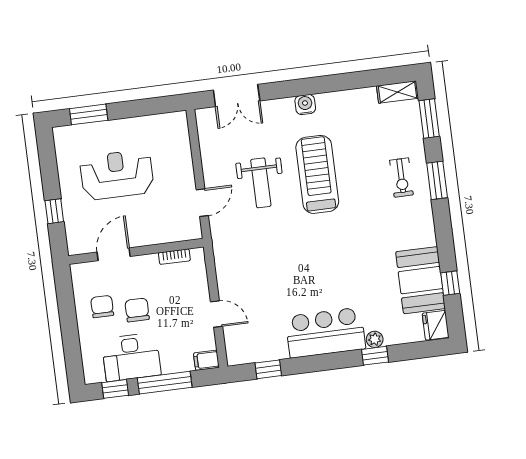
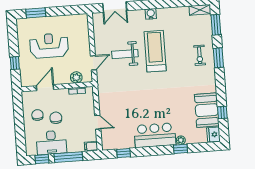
weight bench: (261, 183) -> (125, 54), turned 90
plant: (171, 232) -> (76, 77), added

